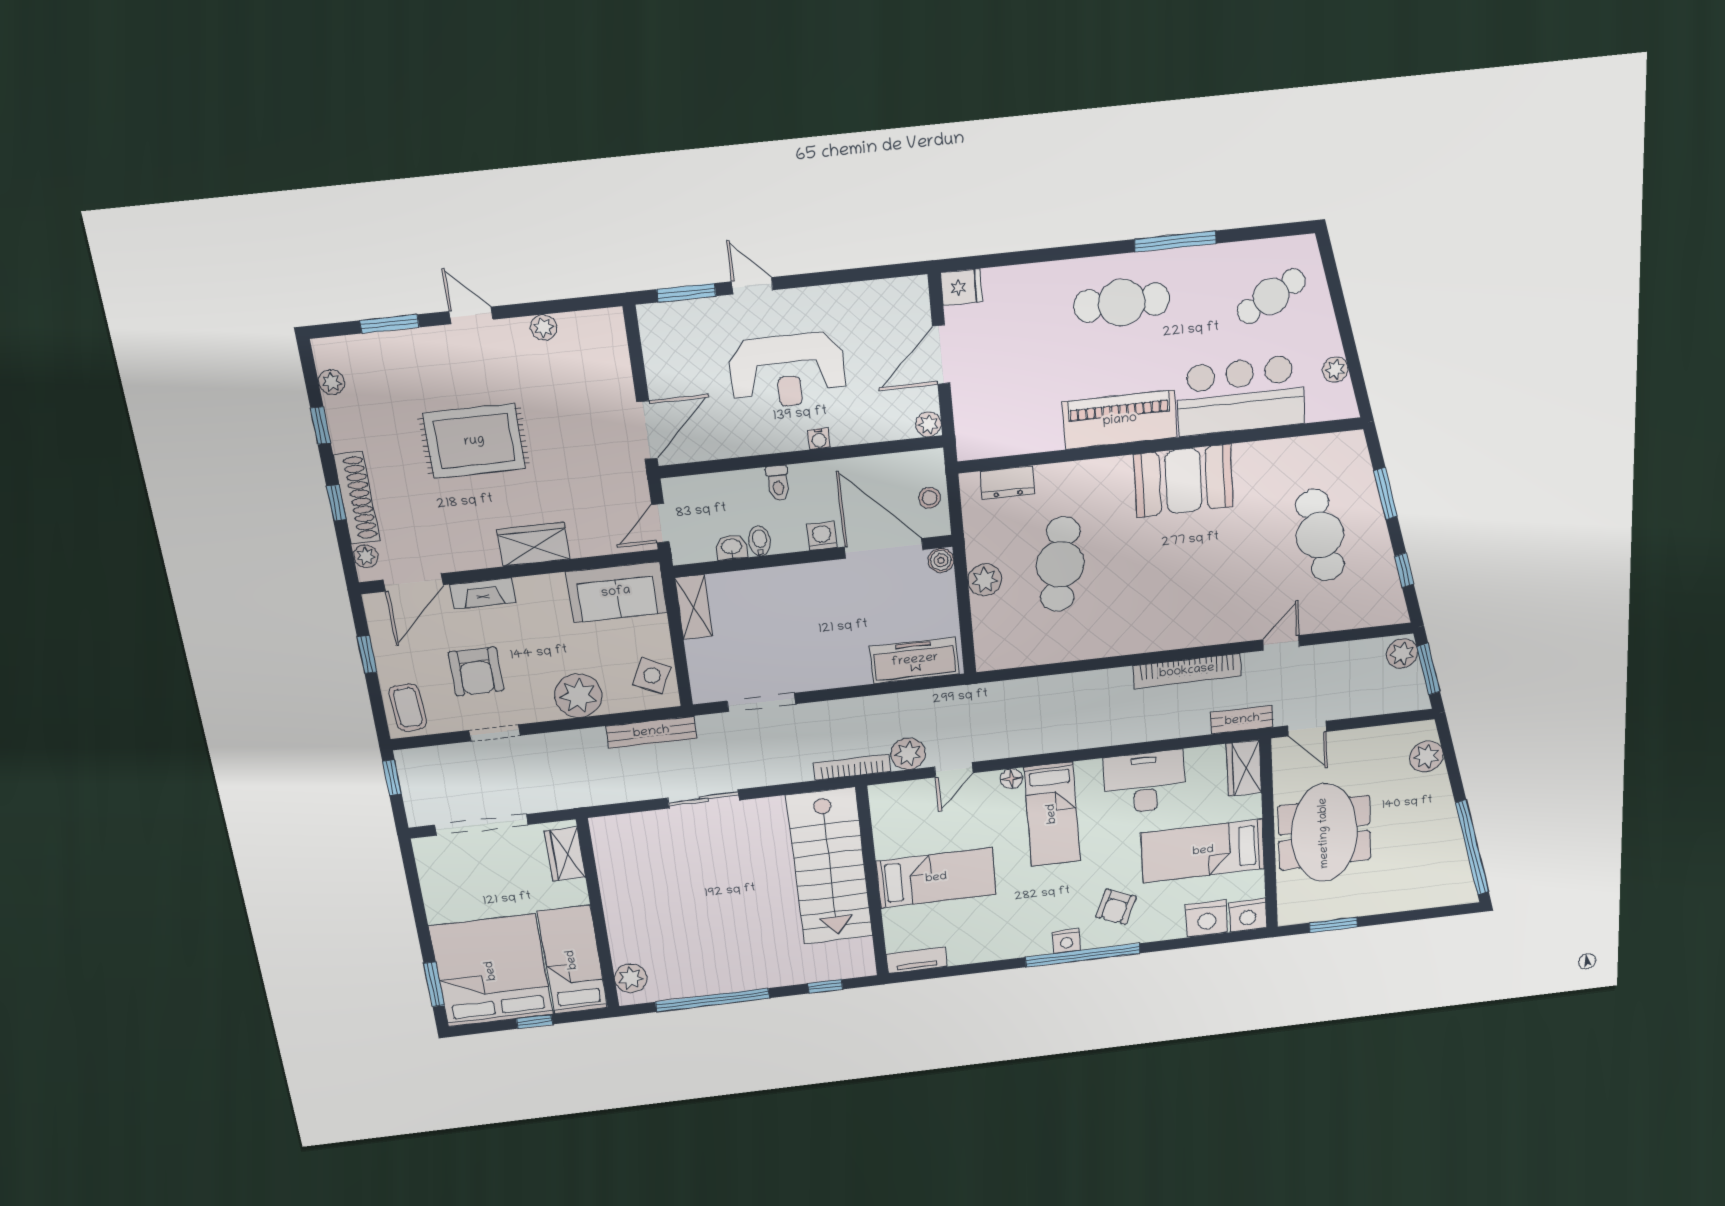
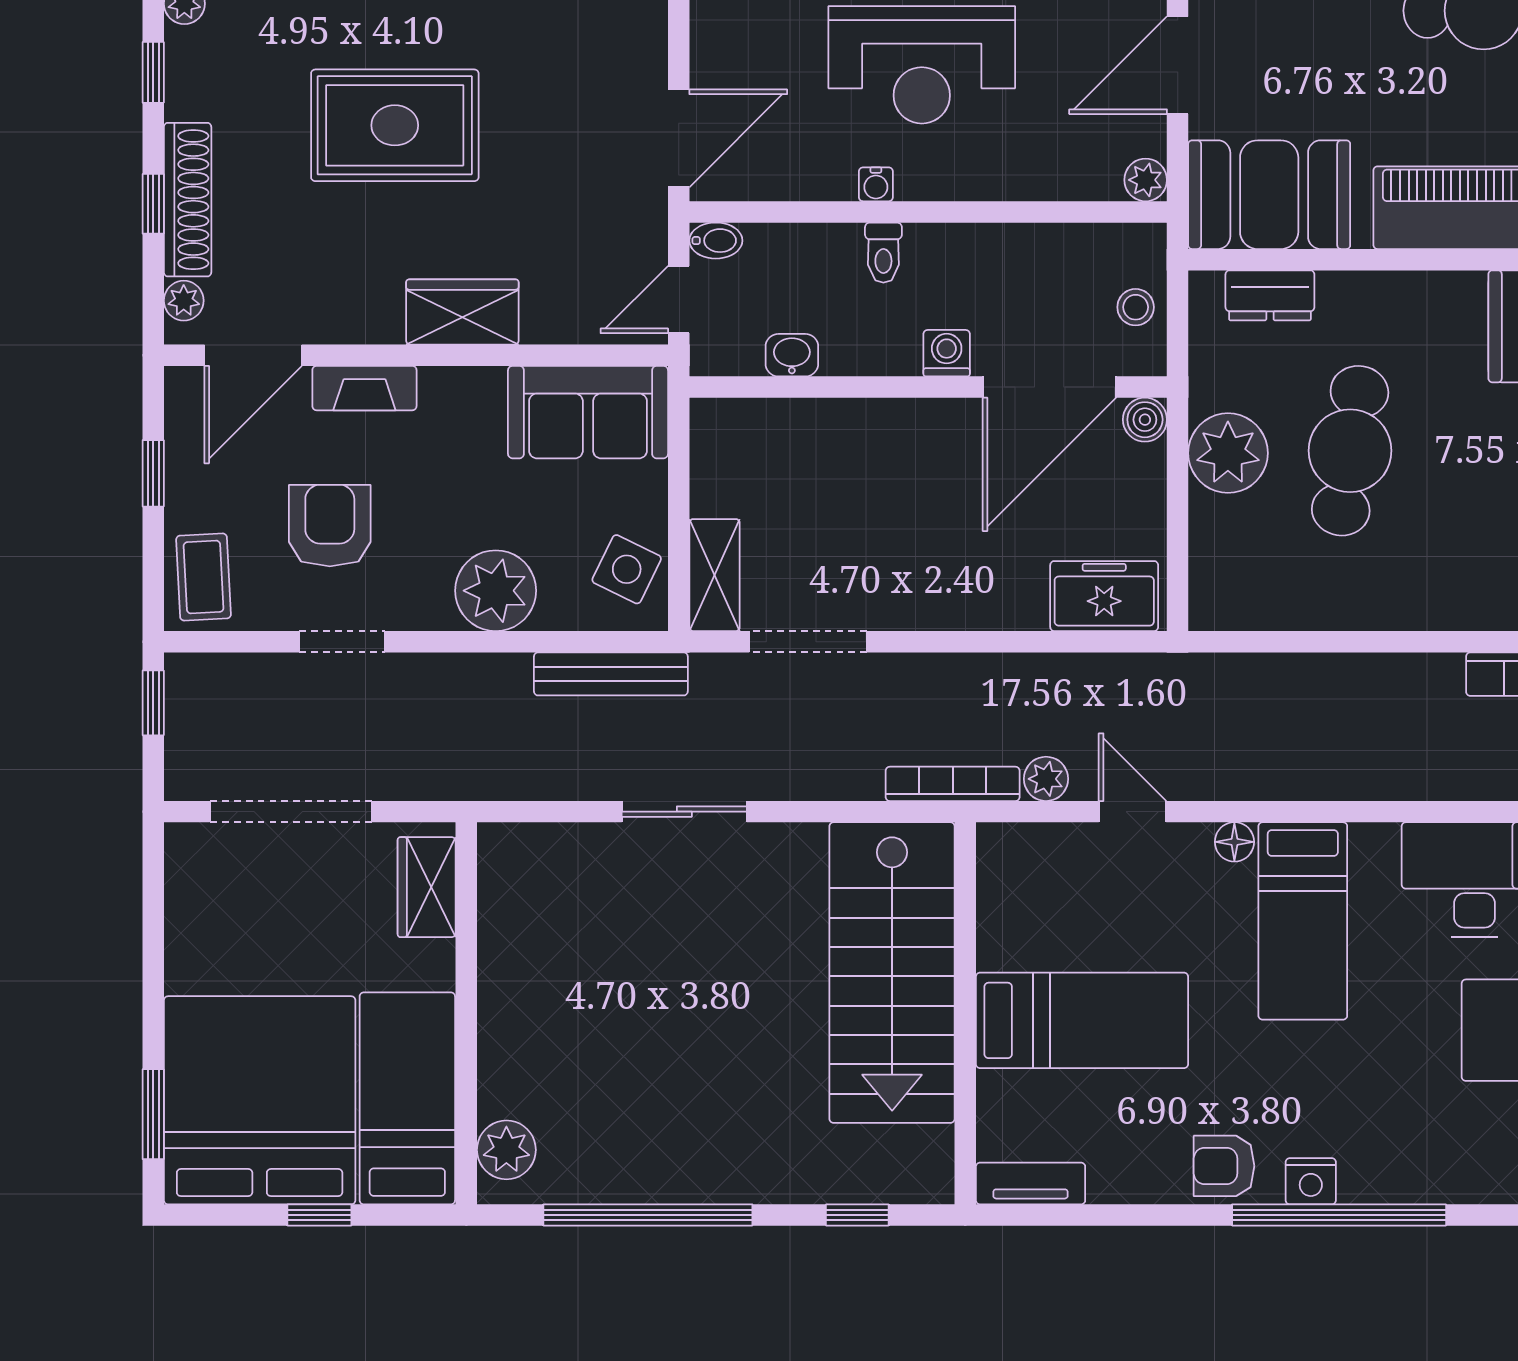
booth: (1002, 425) -> (1269, 195), added
water cooler: (819, 439) -> (876, 184), moved
bidet: (760, 541) -> (716, 241), moved, turned 90
door: (884, 548) -> (1049, 387), swing flipped
plant: (985, 580) -> (1228, 453), width x1.36, depth x1.36
shelving: (694, 607) -> (714, 575), moved
freezer: (915, 660) -> (1104, 596), width x0.71
armchair: (476, 671) -> (330, 526), turned 180
plant: (908, 754) -> (1046, 779), width x0.73, depth x0.73
door: (954, 770) -> (1133, 812), swing flipped
armchair: (1116, 907) -> (1224, 1166), moved, turned 67

